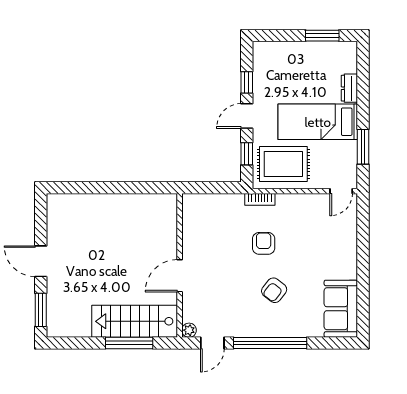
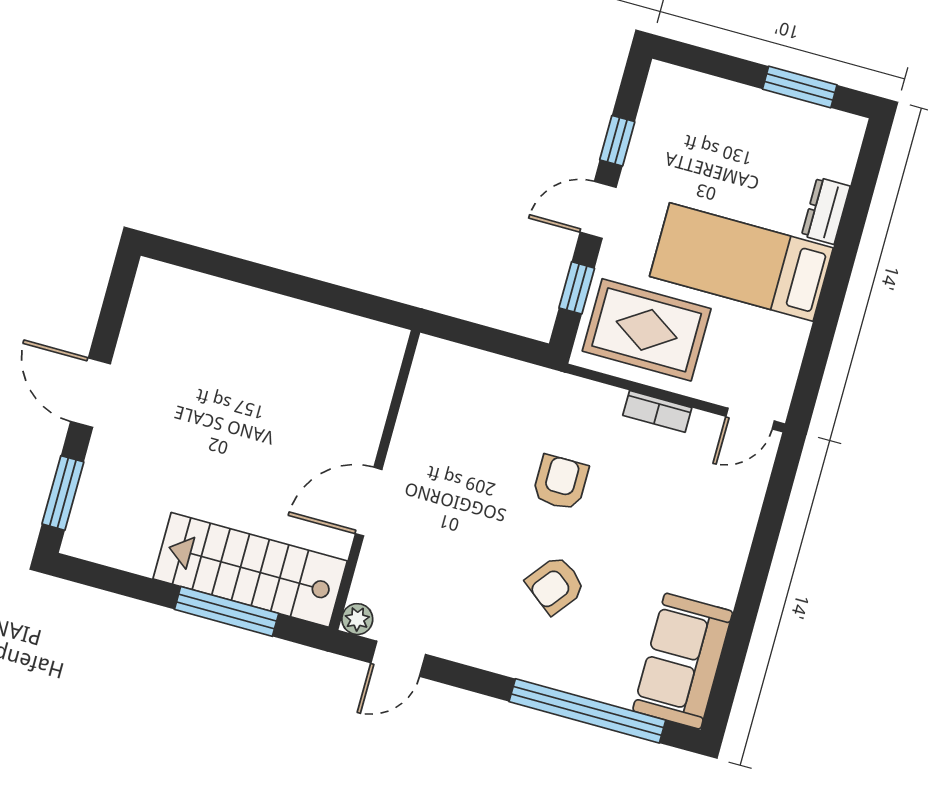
window: (363, 147) -> (820, 339), removed
bookcase: (260, 199) -> (657, 411), moved
window: (270, 343) -> (587, 711), moved

